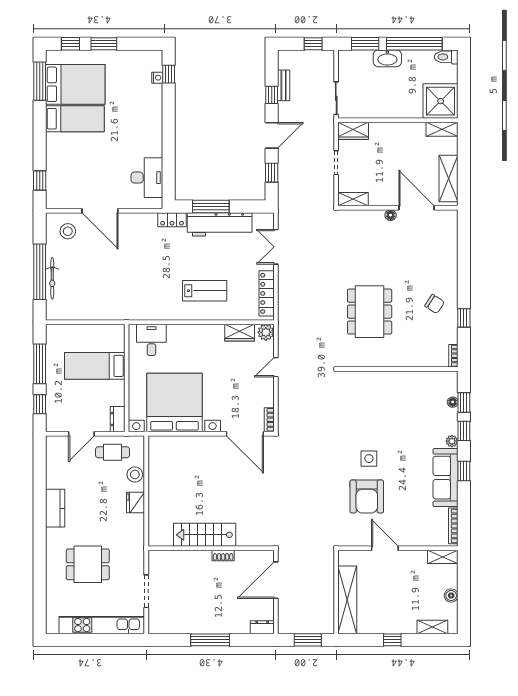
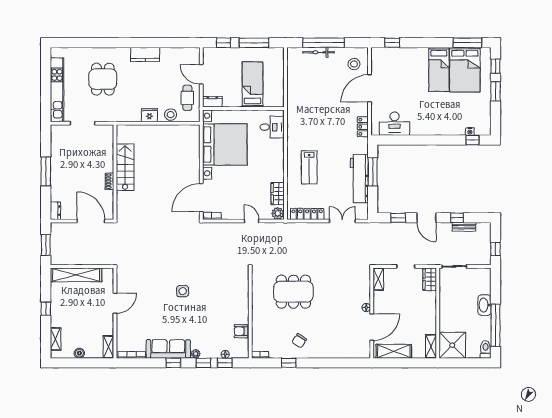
window: (365, 44) -> (495, 288), removed
locker: (172, 220) -> (363, 127), moved
armchair: (367, 496) -> (241, 331), moved, width x0.53, depth x0.53

